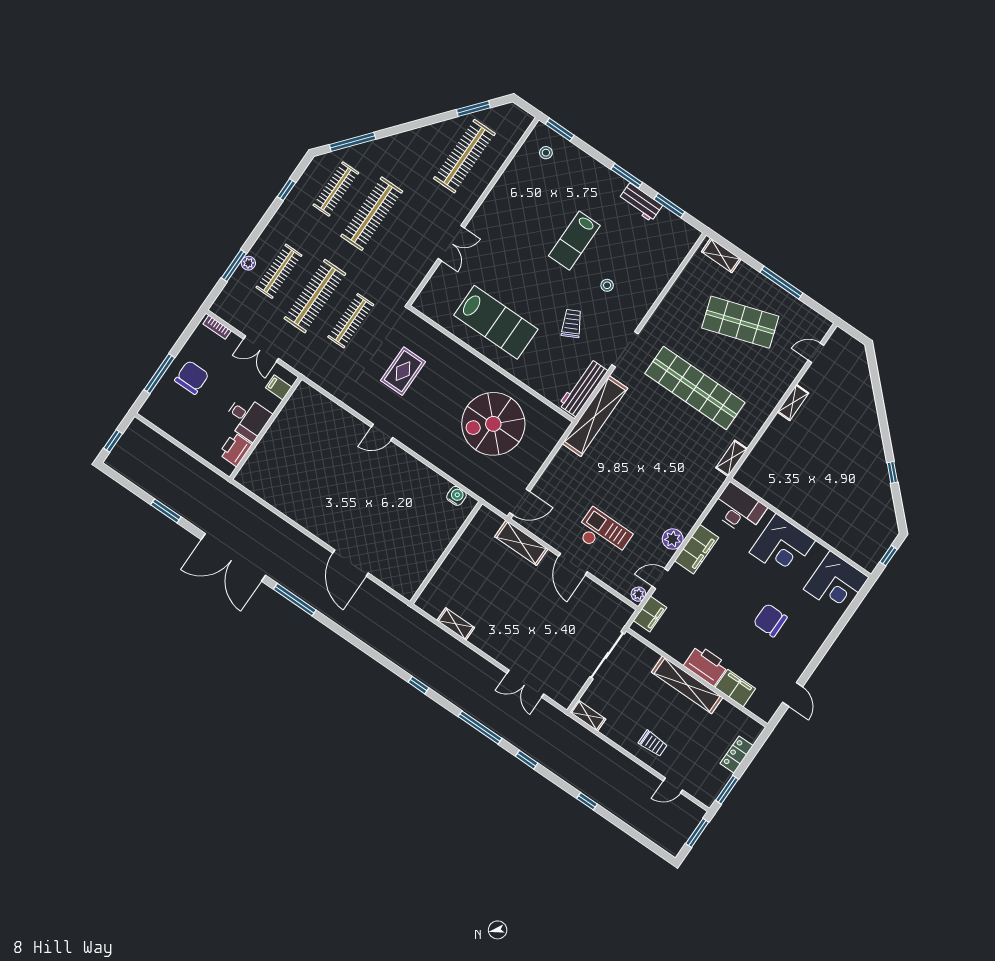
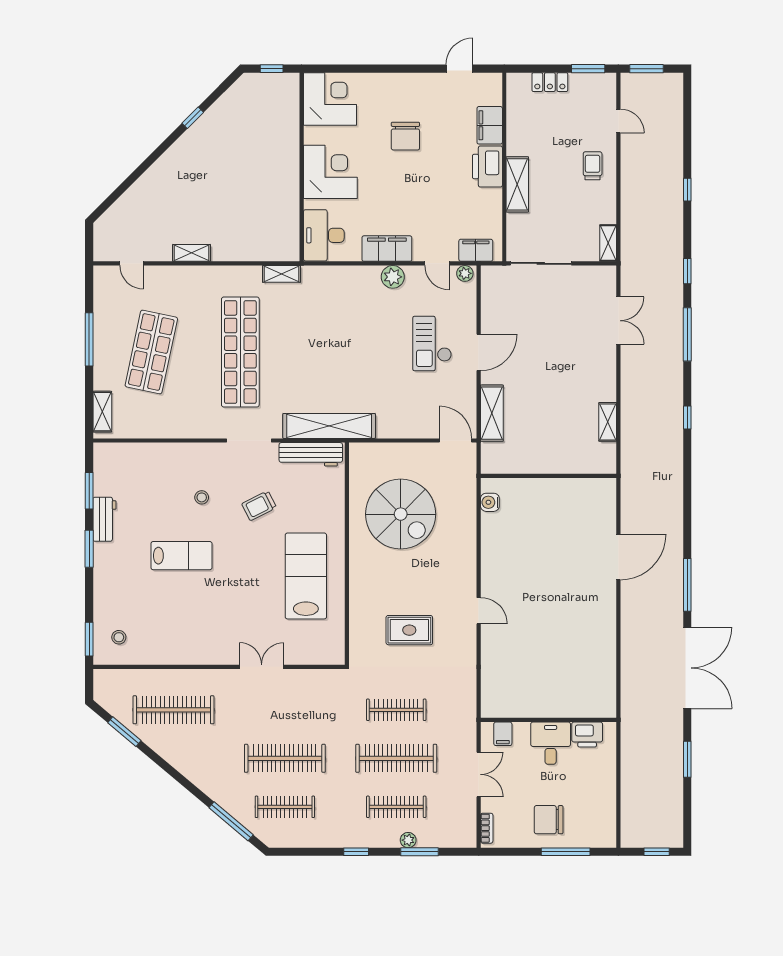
window: (286, 190) -> (356, 852), moved
shop shelf: (740, 322) -> (151, 352), turned 30
shelving: (687, 685) -> (517, 184), width x0.68

